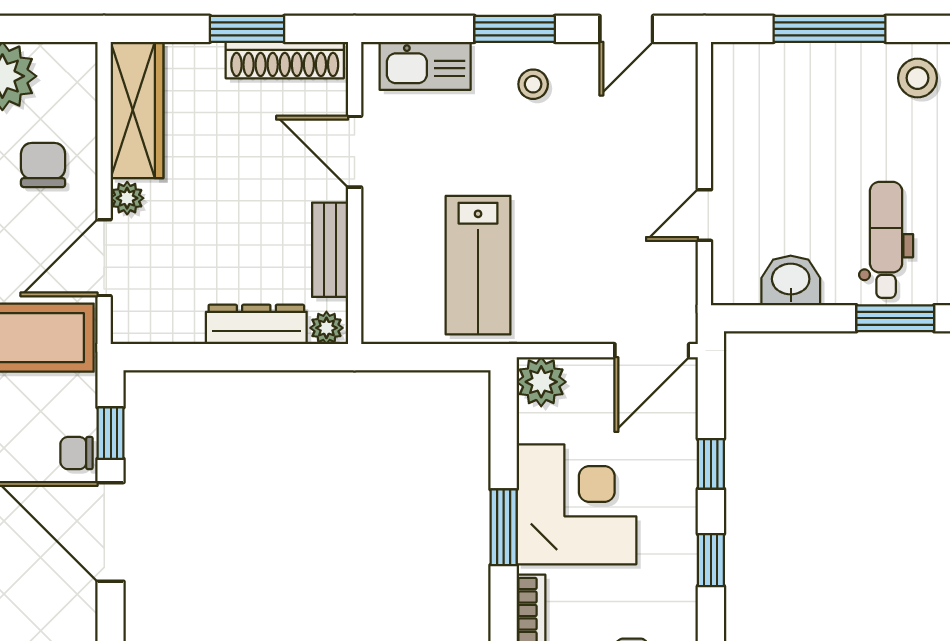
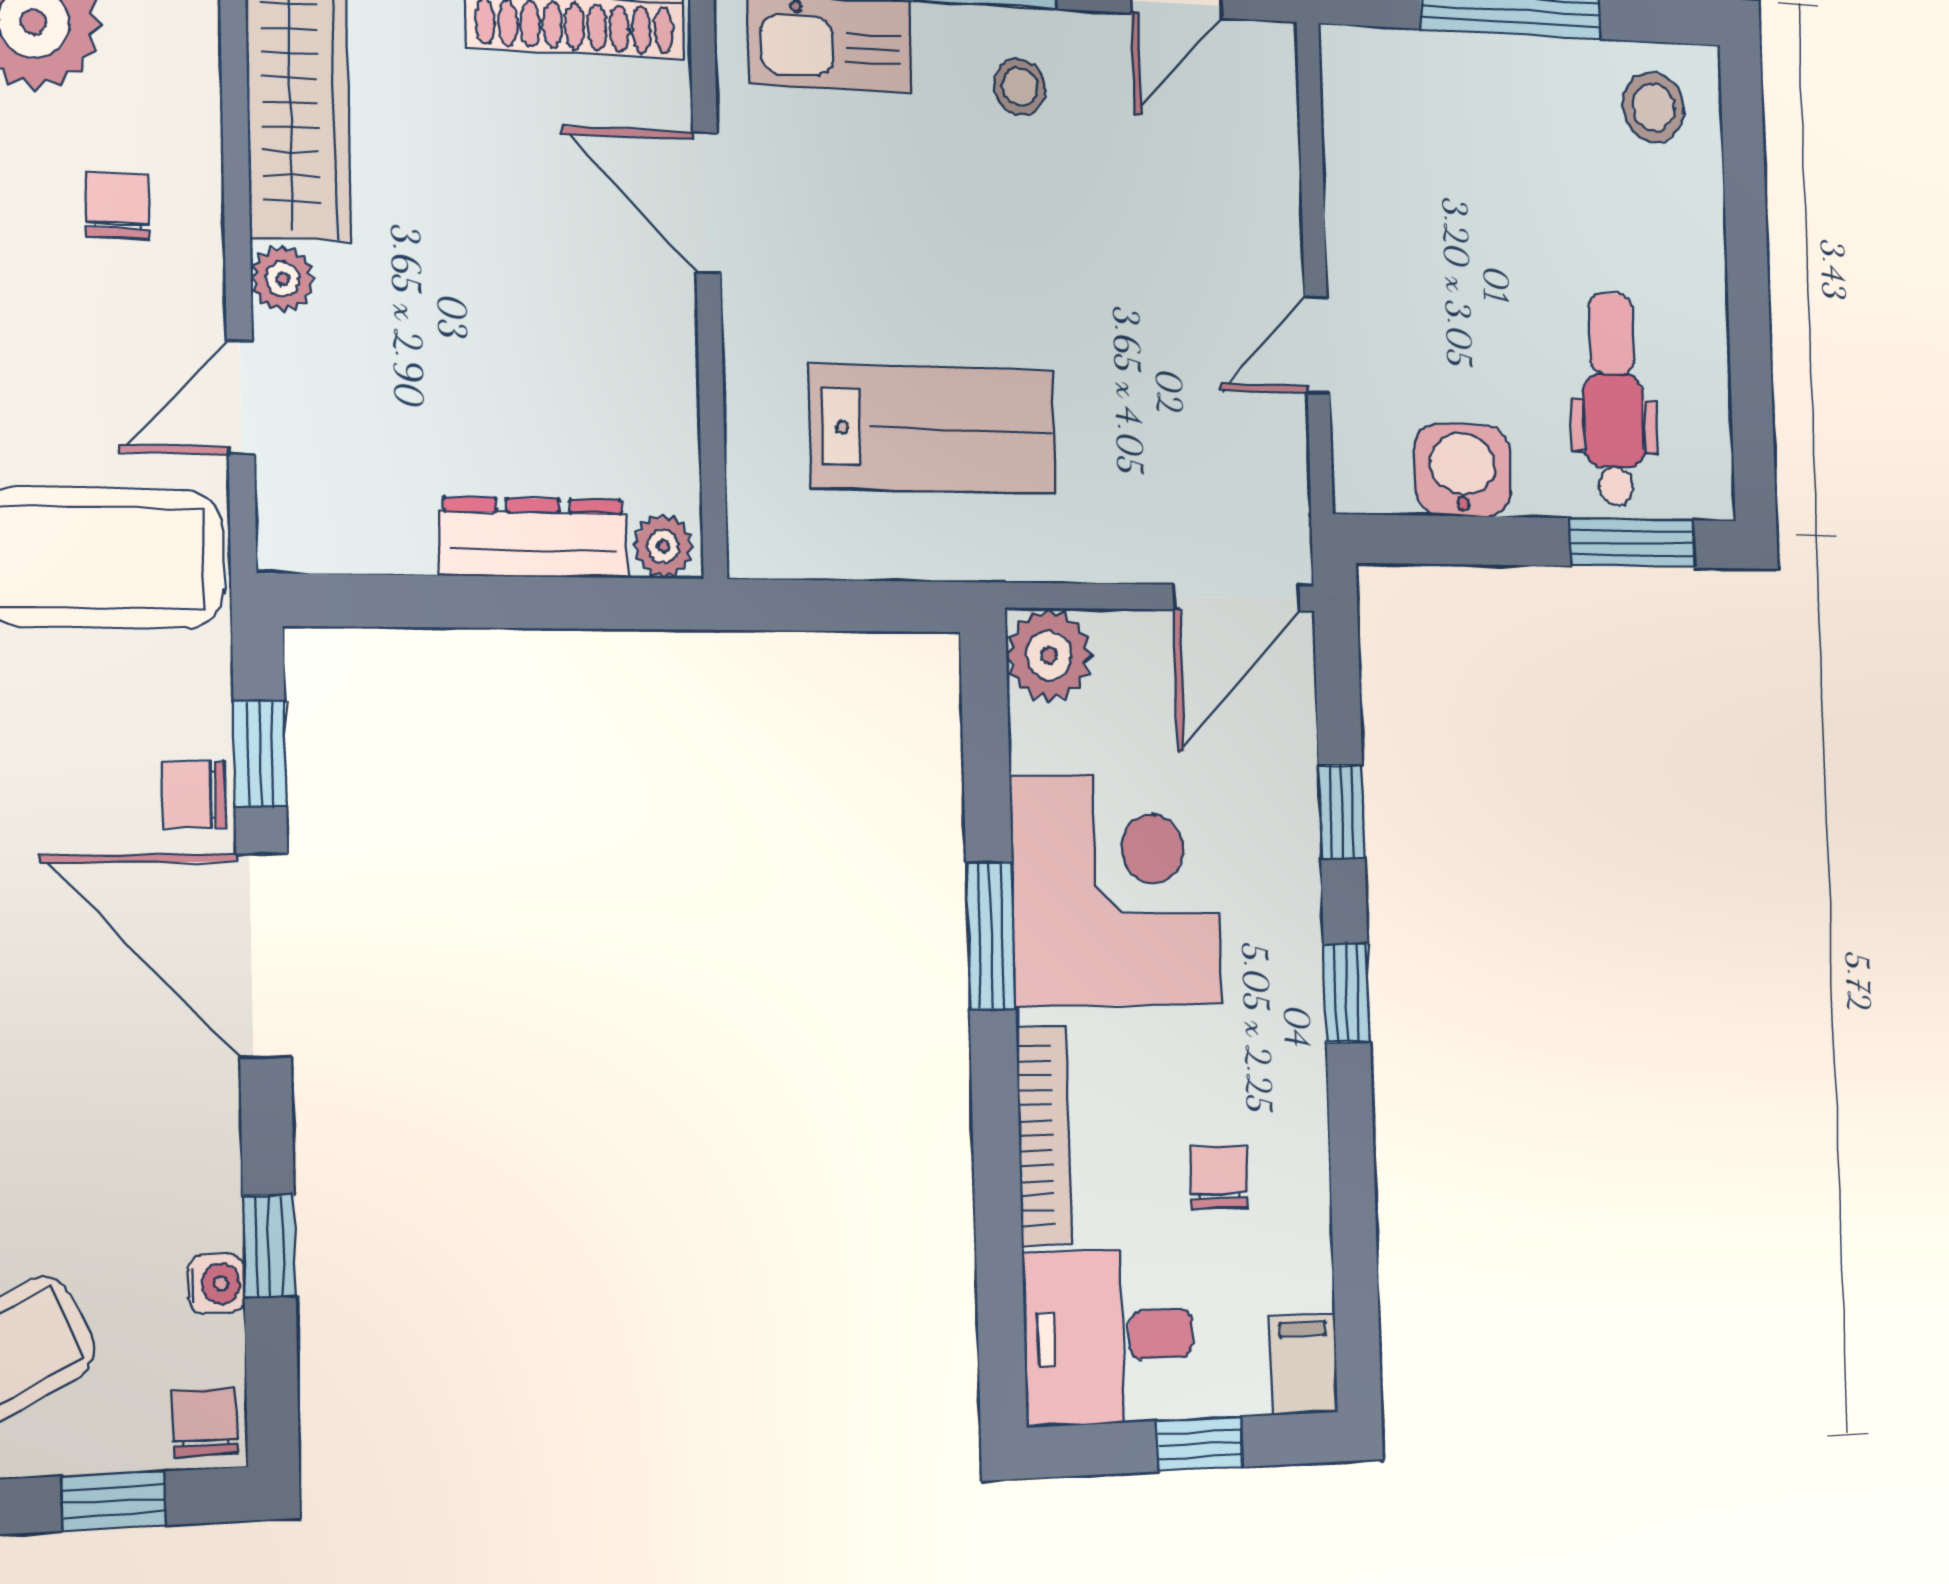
chair: (43, 165) -> (117, 206), width x0.73, depth x0.73
bench: (330, 250) -> (666, 393), removed
door: (104, 258) -> (240, 398), width x0.73
lab bench: (478, 265) -> (933, 429), turned -90

